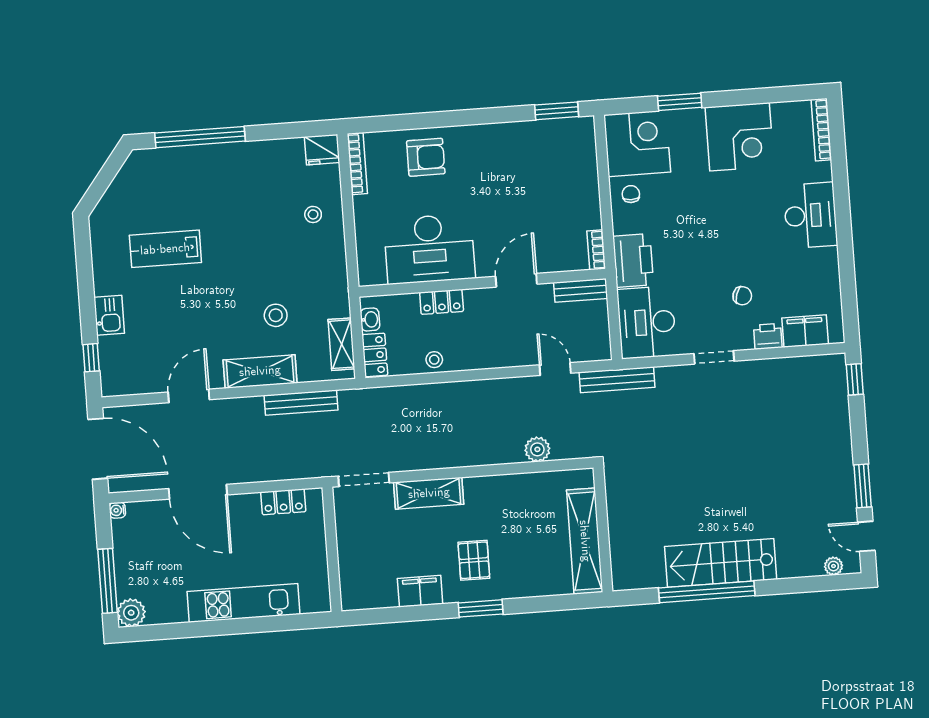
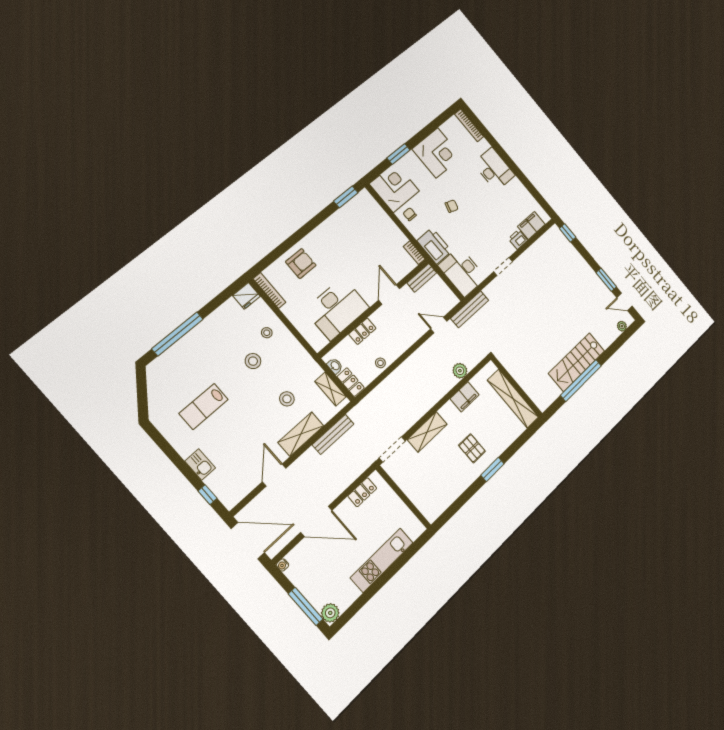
stool: (268, 237) -> (253, 361), added
chair: (742, 296) -> (452, 206), moved
filing cabinet: (420, 591) -> (465, 397), moved, turned 180

